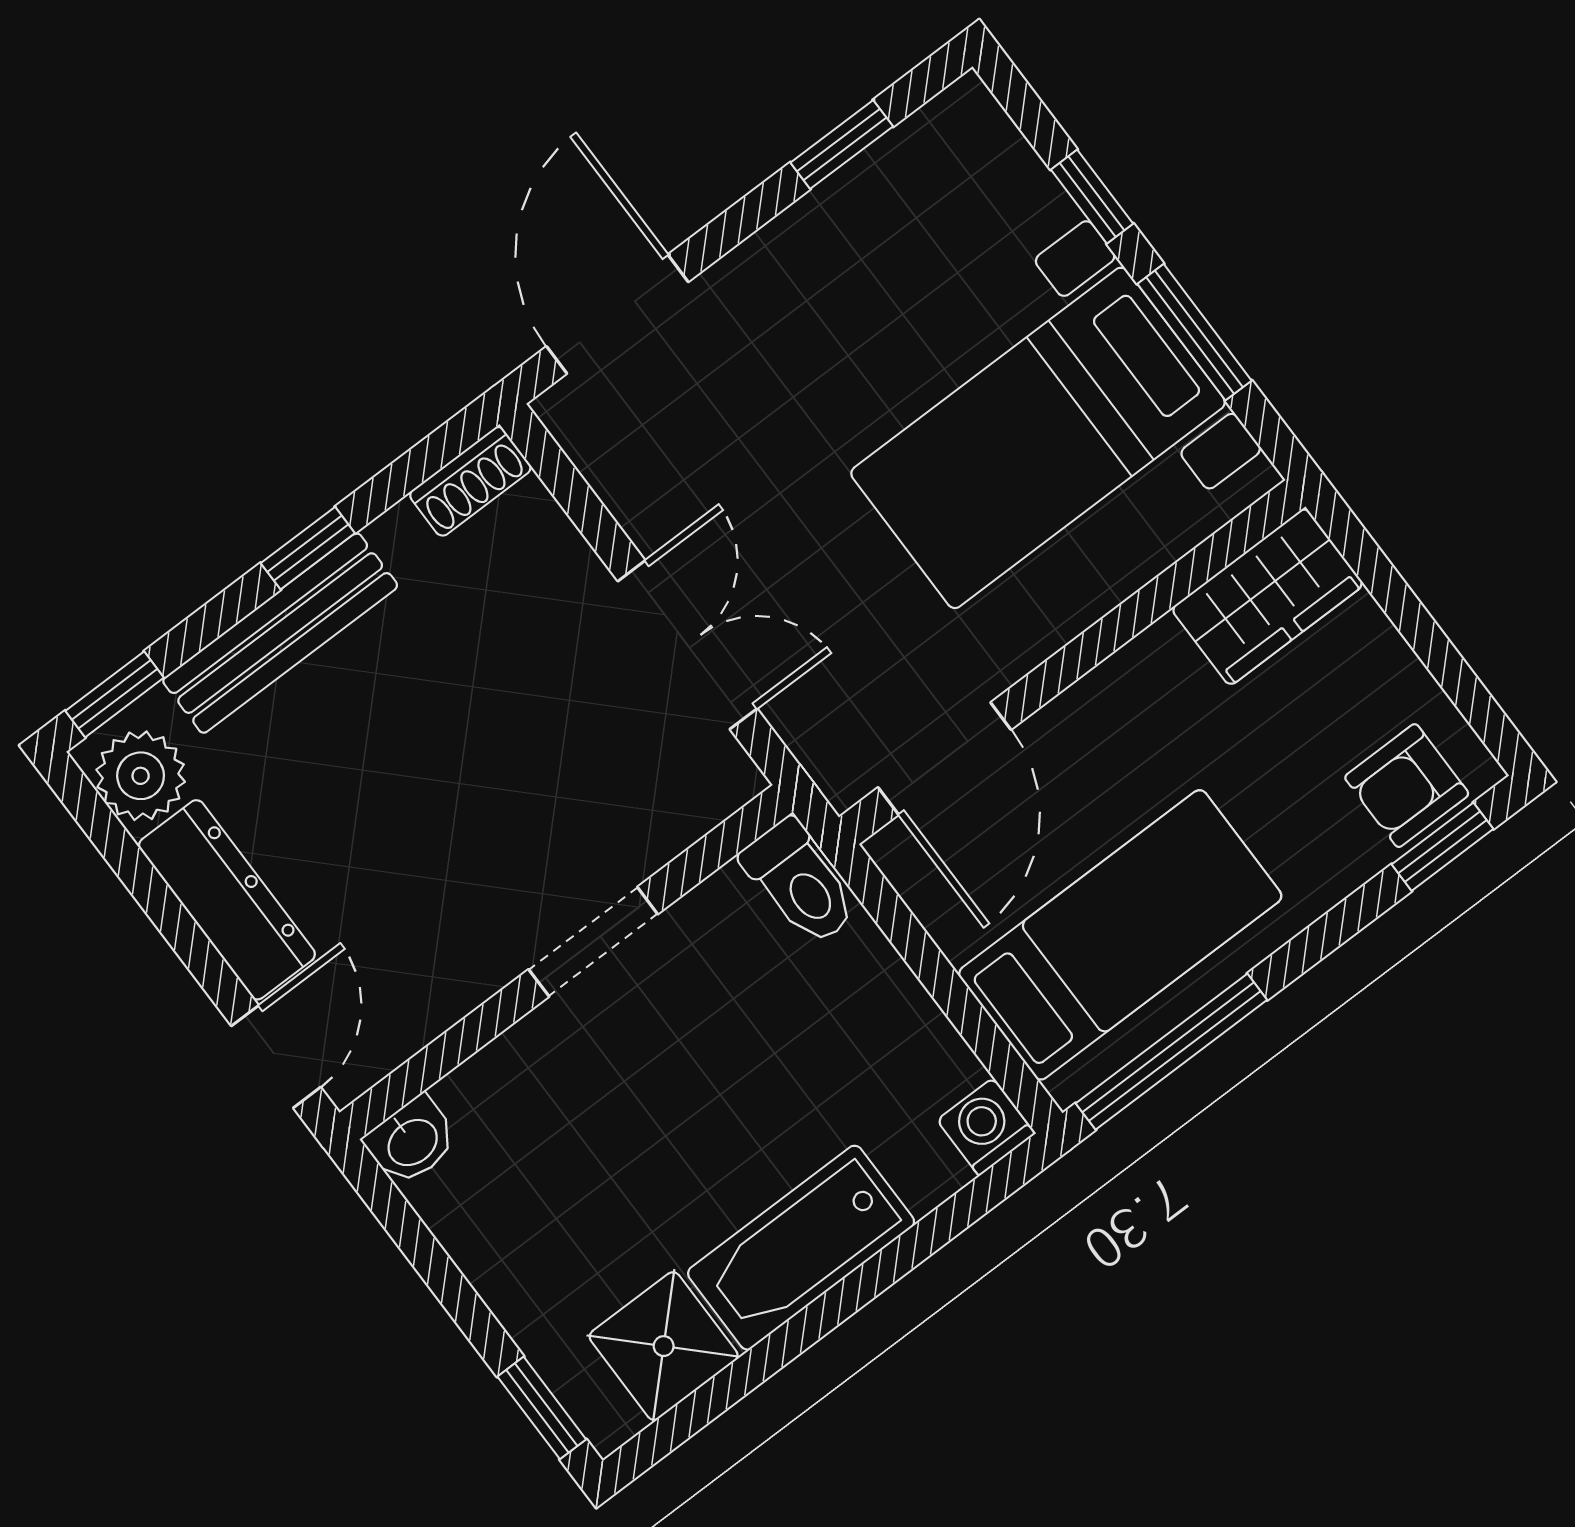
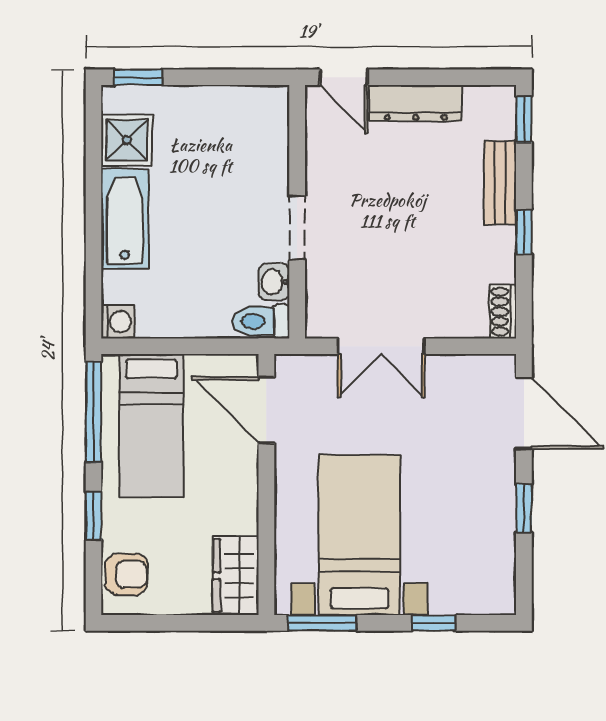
window: (842, 144) -> (524, 508), moved
window: (1195, 332) -> (322, 623), moved
bench: (280, 633) -> (500, 183), width x0.73
plant: (141, 776) -> (486, 106), removed
armchair: (1407, 786) -> (126, 574), turned 90
window: (1442, 847) -> (93, 516), moved
washbasin: (411, 1141) -> (274, 282), moved

